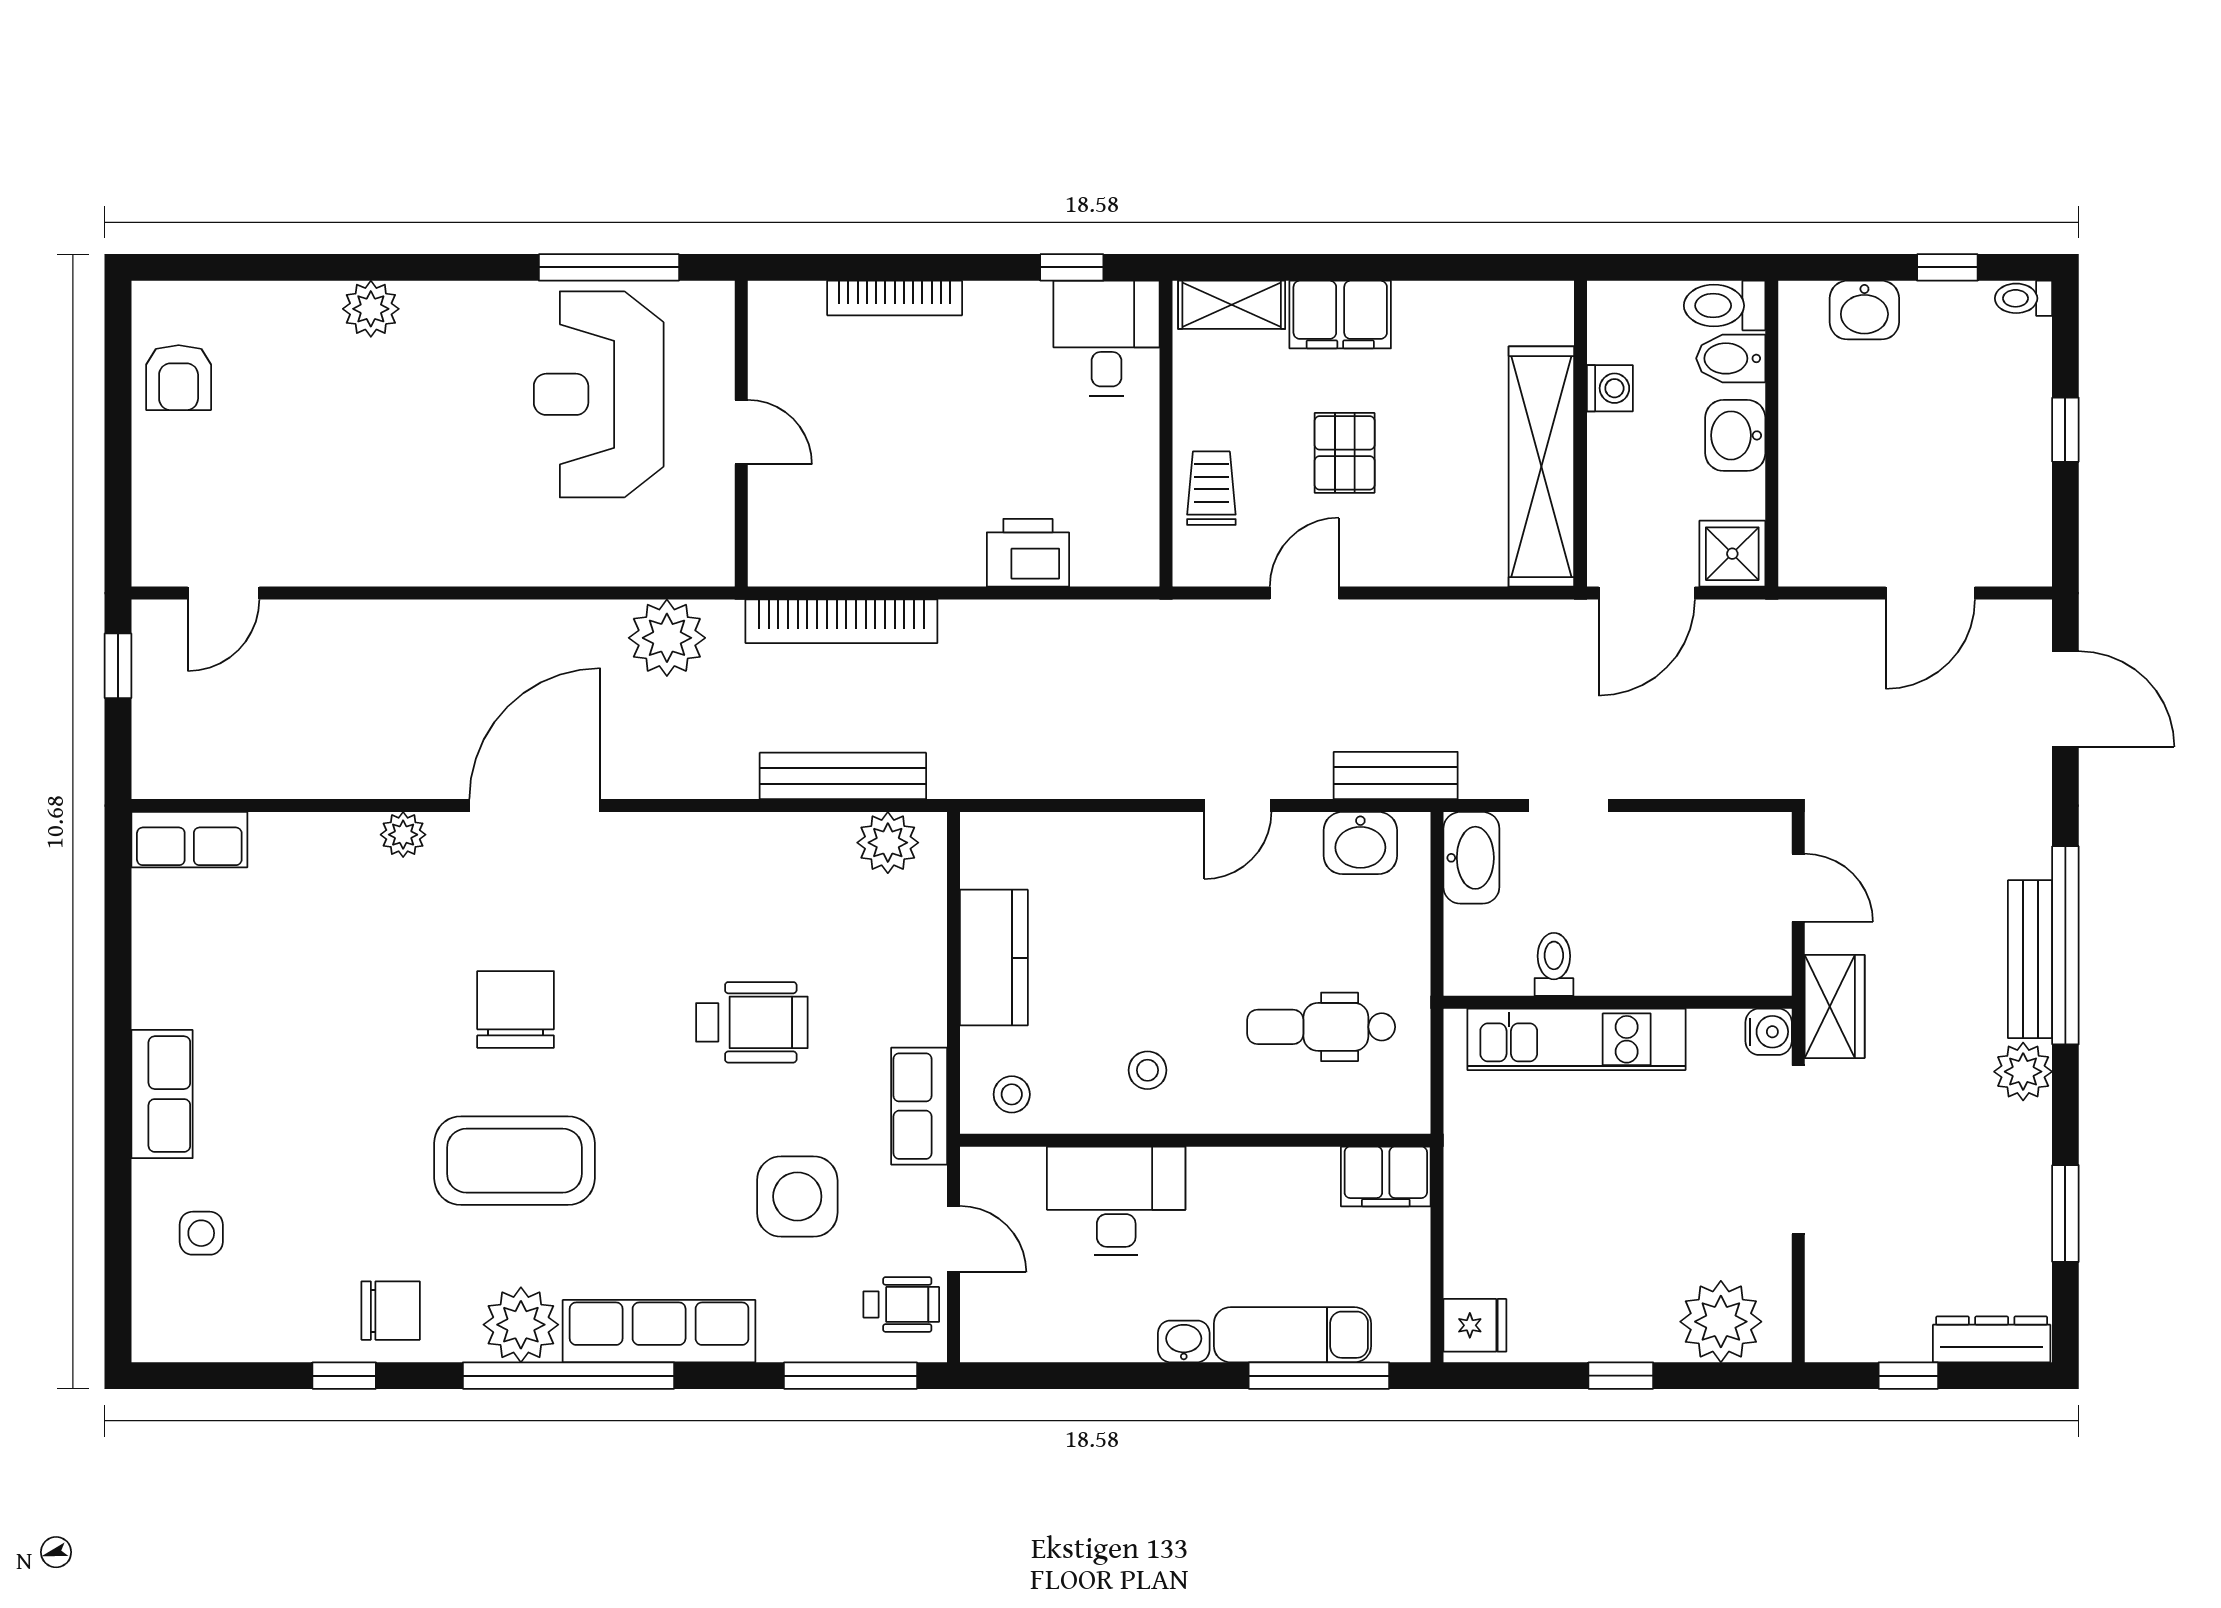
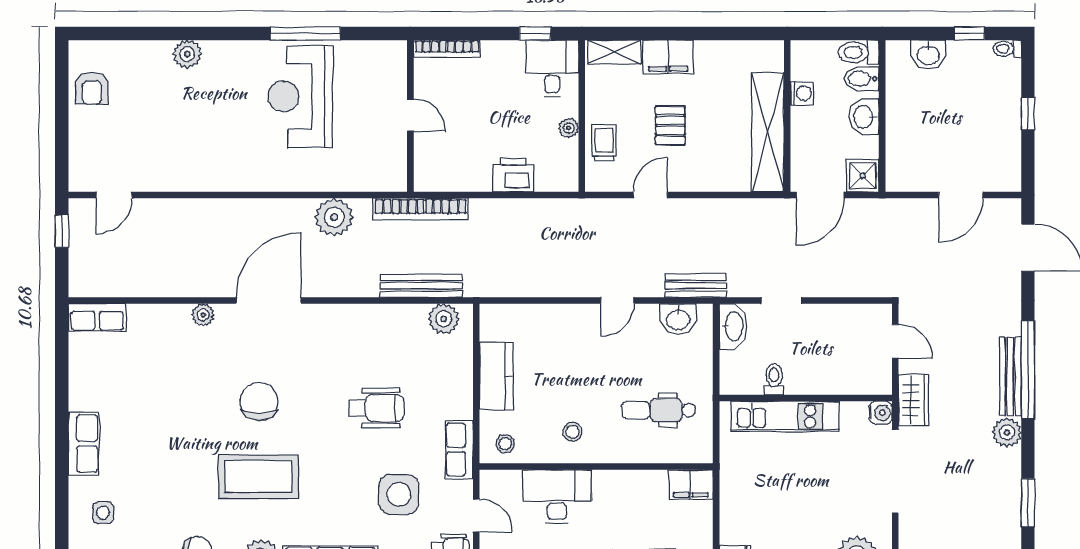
door: (741, 432) -> (410, 115), moved
wall: (741, 434) -> (410, 116), moved
plant: (1140, 458) -> (569, 128), added

